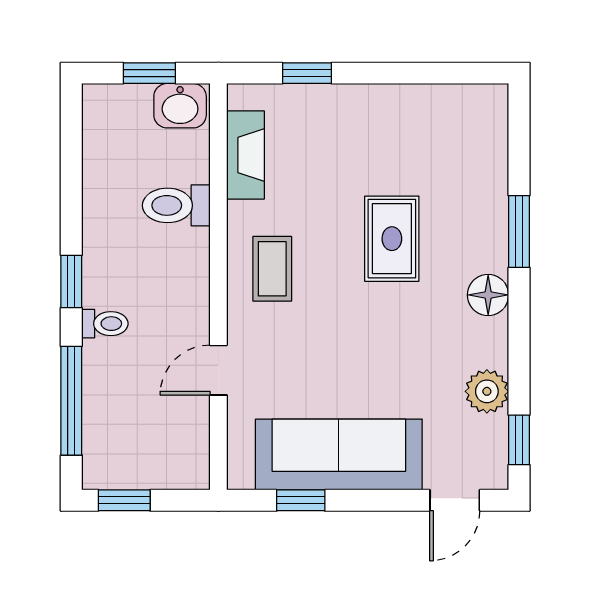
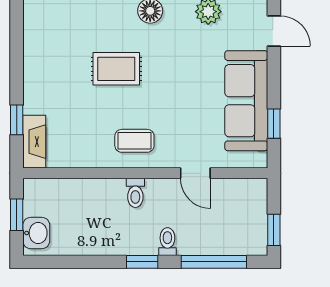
washbasin: (180, 106) -> (36, 233), moved
fireplace: (246, 155) -> (34, 142), moved, turned 90
toilet: (176, 205) -> (135, 193), moved, width x0.73, depth x0.72

